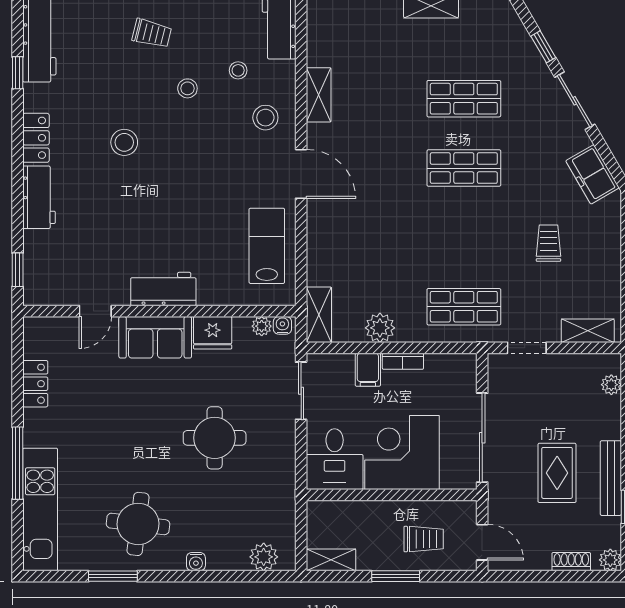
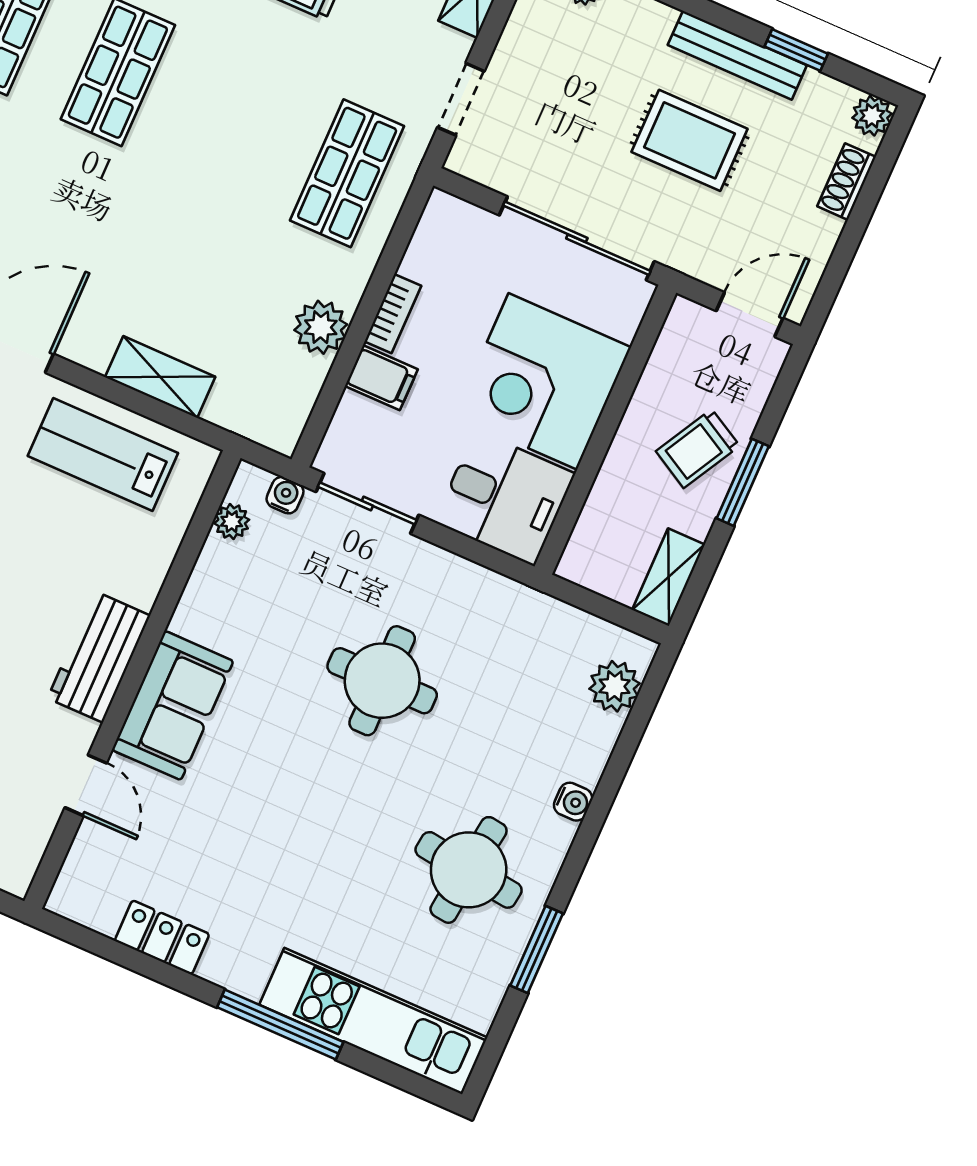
shelving: (319, 315) -> (160, 377), moved
water cooler: (282, 325) -> (285, 495), moved, turned 90
fridge: (213, 333) -> (207, 607), removed
trolley: (424, 539) -> (698, 449), moved, turned -151

